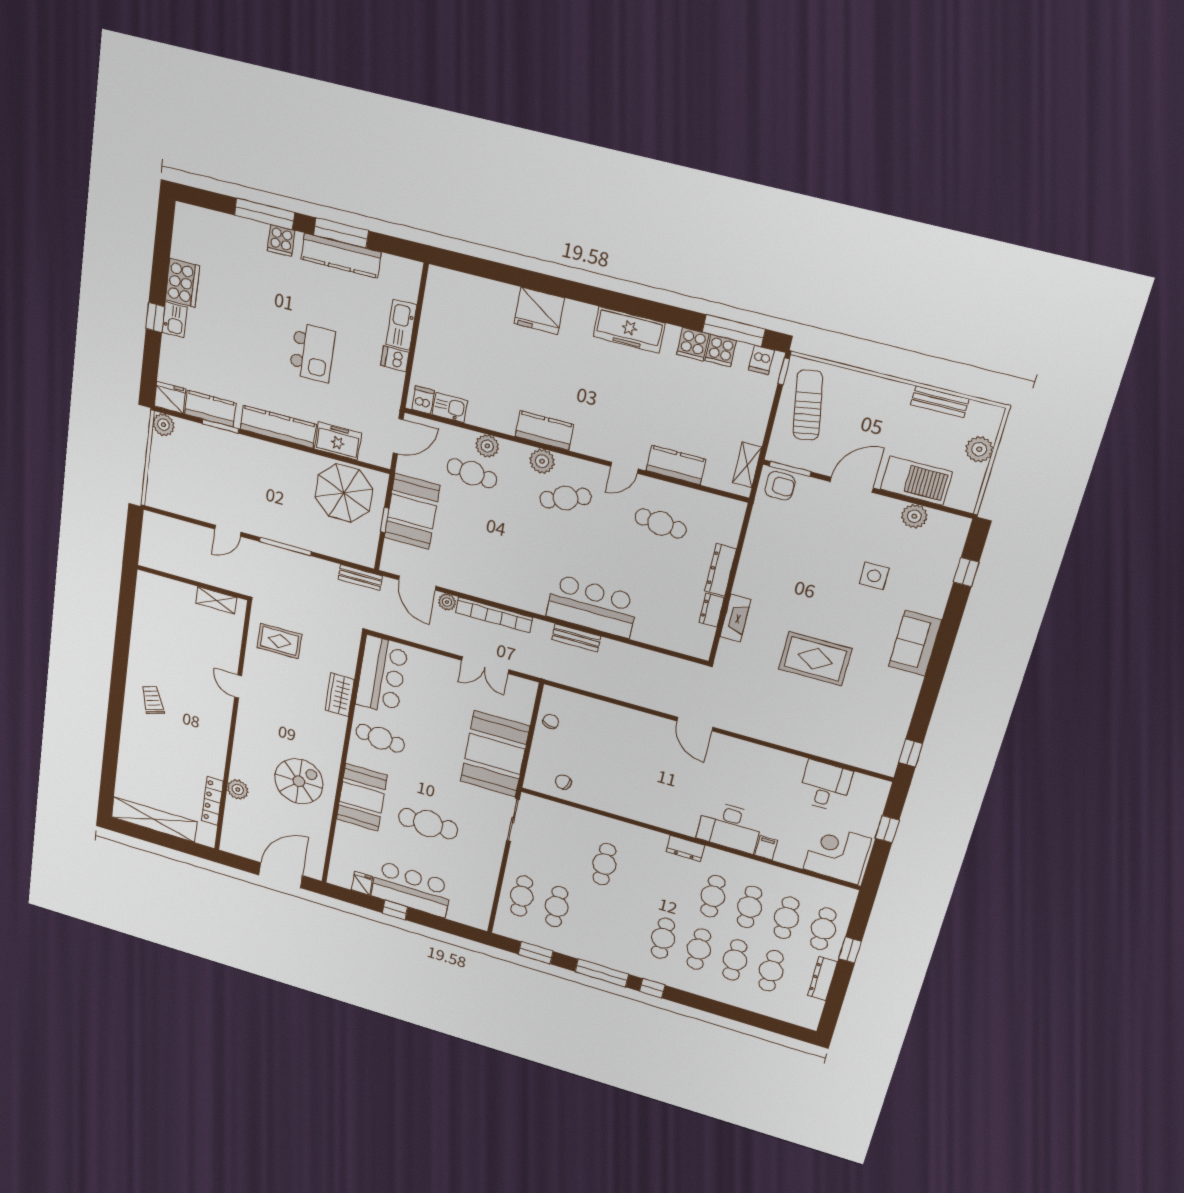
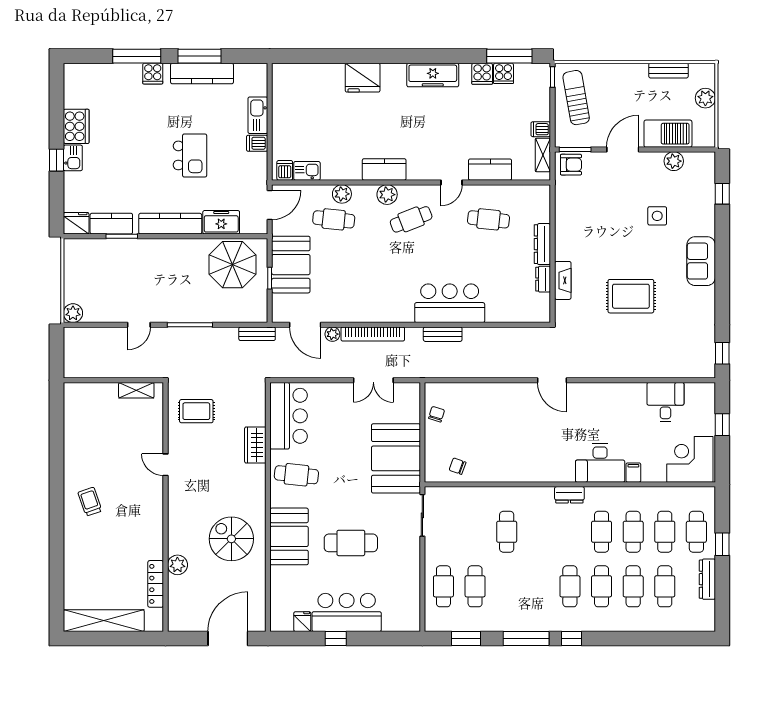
dishwasher: (761, 360) -> (541, 129), moved, turned 90
plant: (163, 425) -> (73, 313), moved
spiral stairs: (299, 781) -> (231, 539), turned -90

